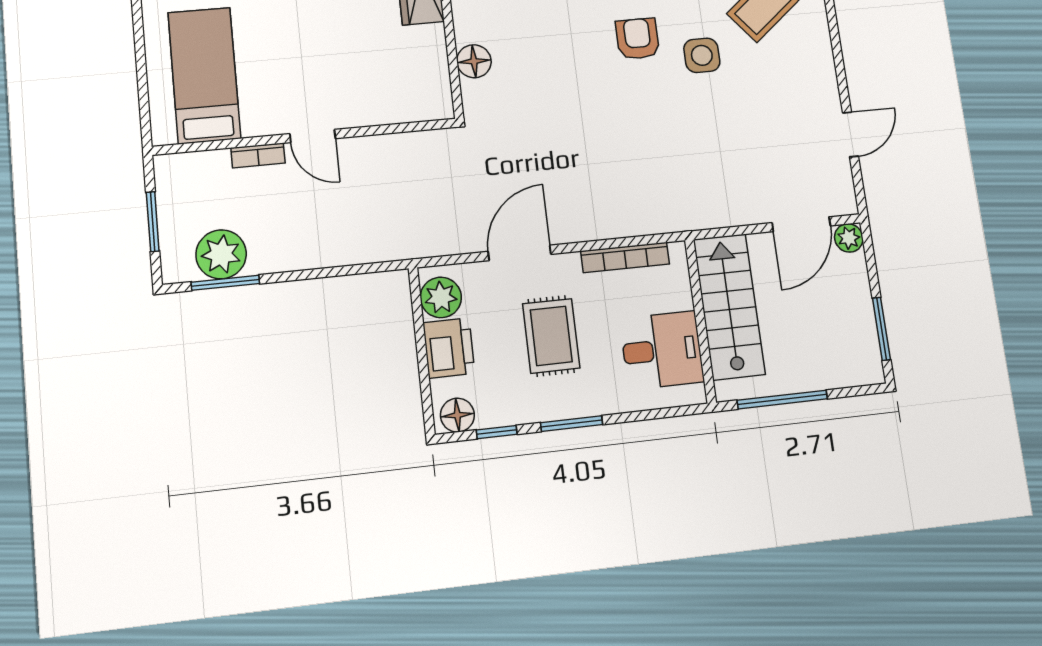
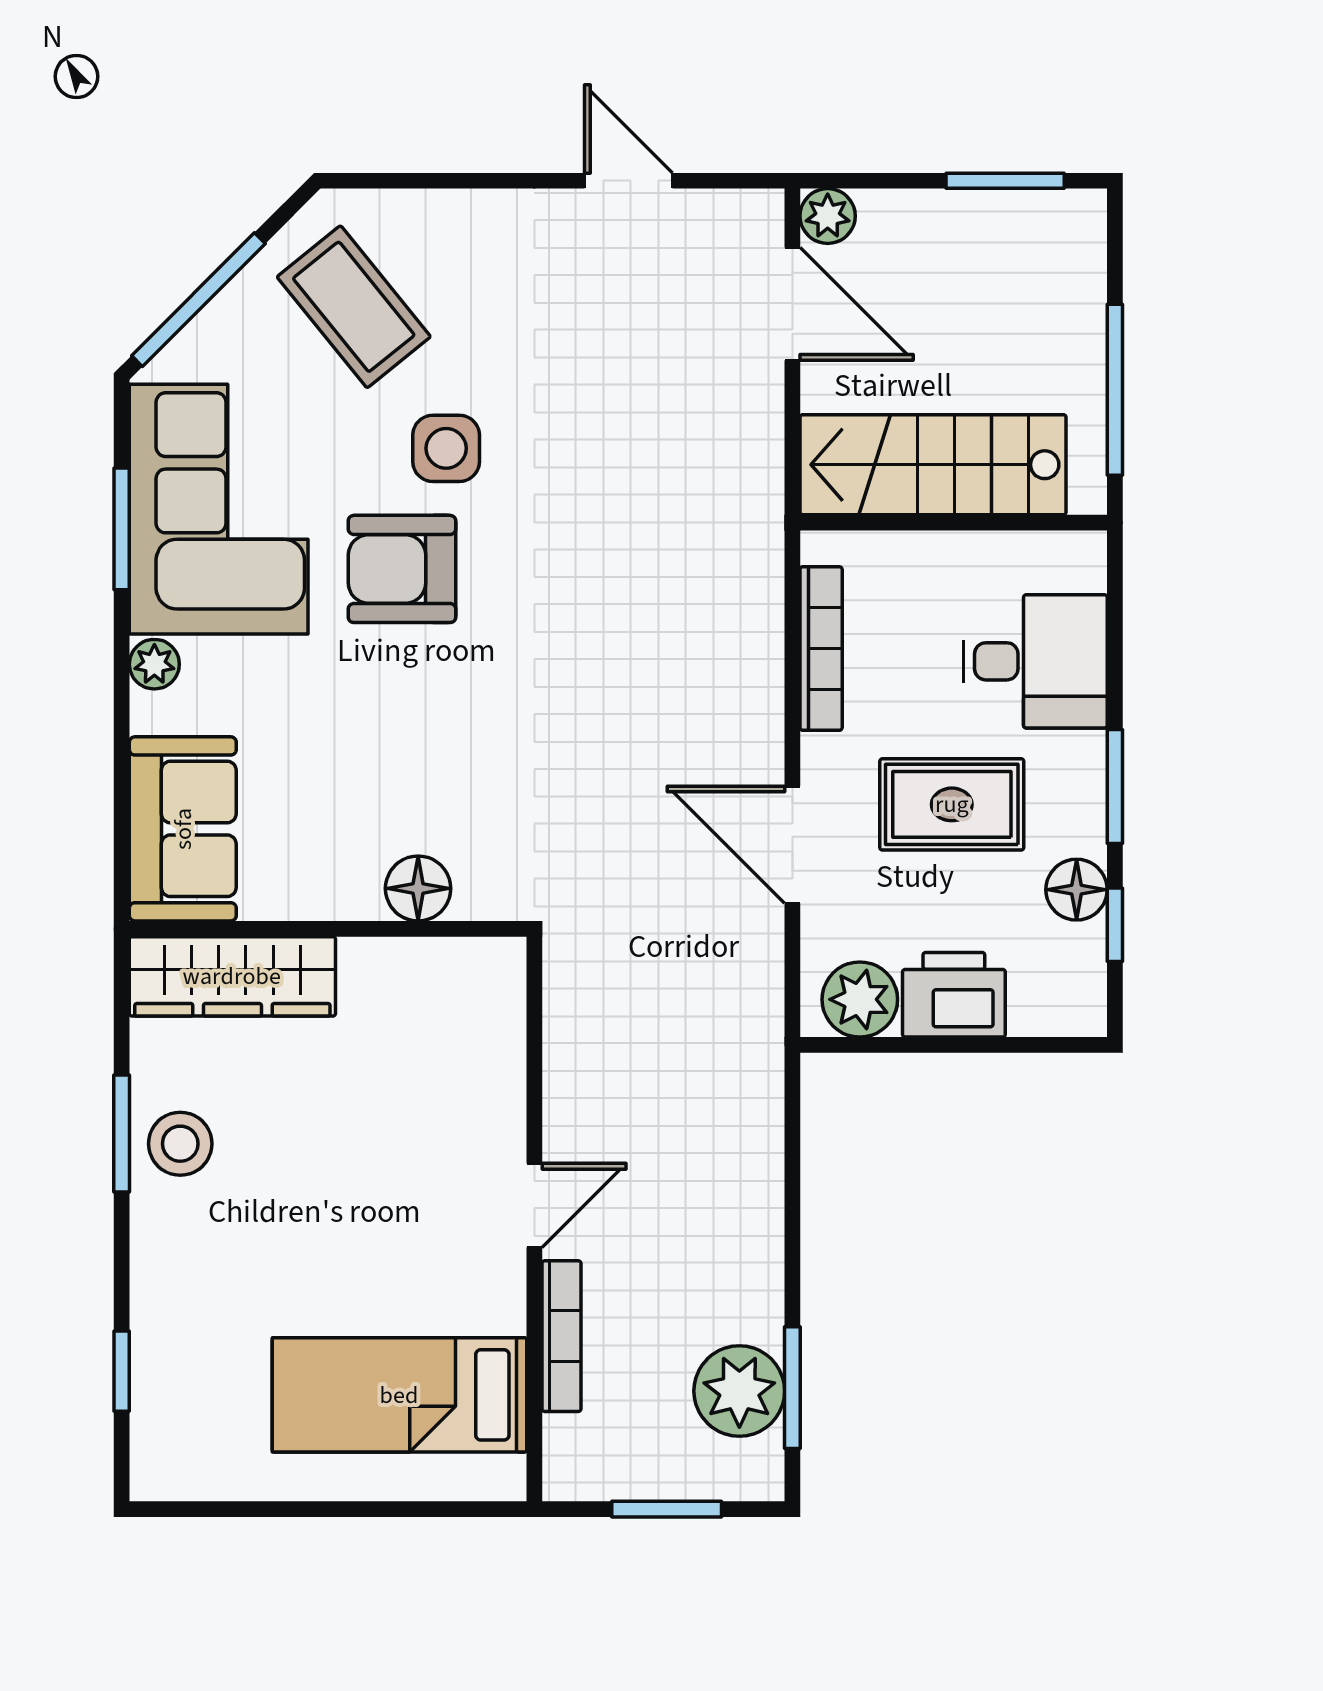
armchair: (638, 39) -> (402, 569), width x1.38, depth x1.38
bookcase: (258, 155) -> (562, 1336), width x1.56
desk: (662, 350) -> (1035, 661), moved, turned 90
floor lamp: (457, 415) -> (1077, 890), moved

